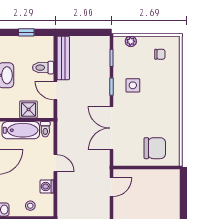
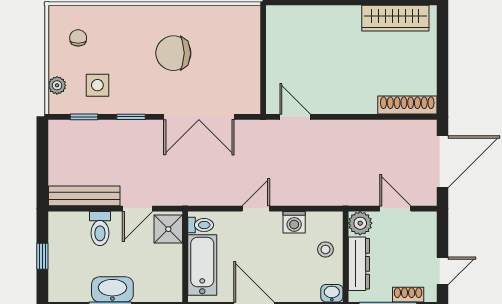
side table: (133, 85) -> (97, 85), moved
shower: (29, 109) -> (168, 229), moved
chair: (155, 148) -> (173, 53), moved, turned -90

